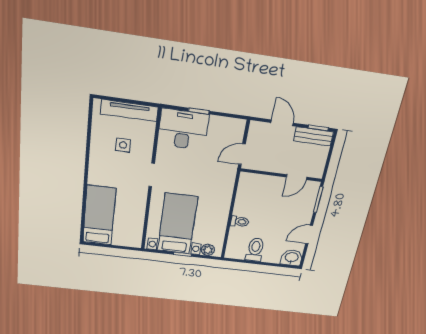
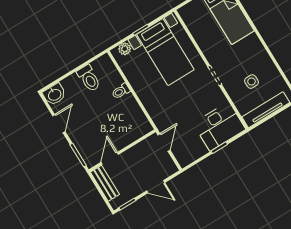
bench: (314, 136) -> (105, 183), moved, turned 90

